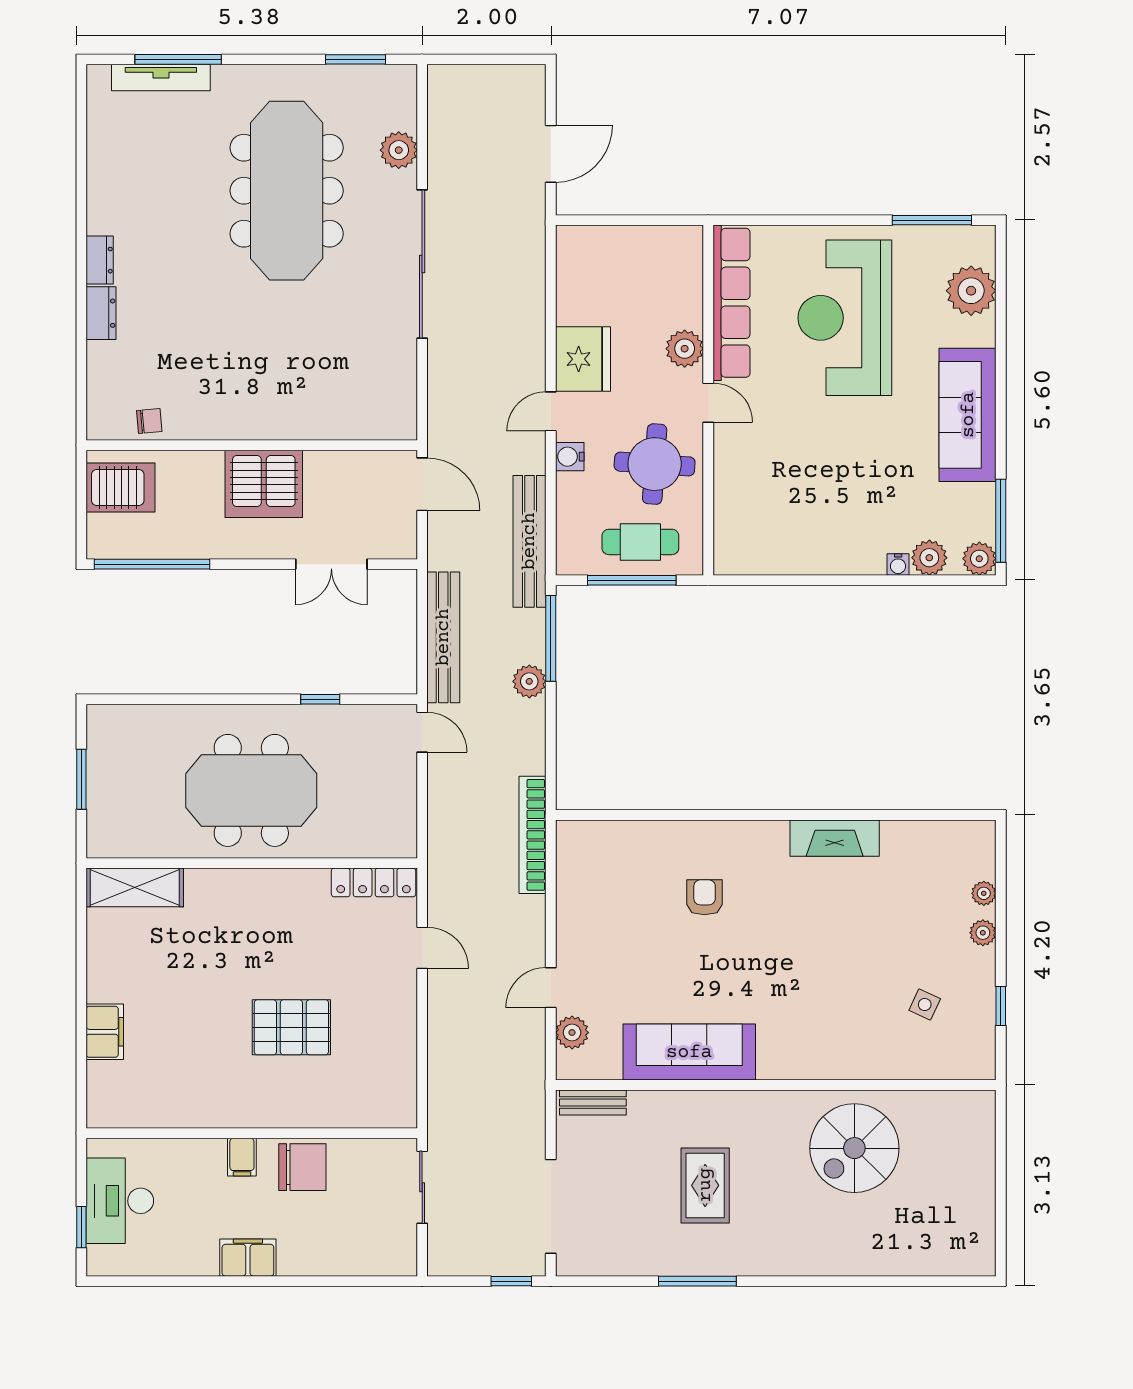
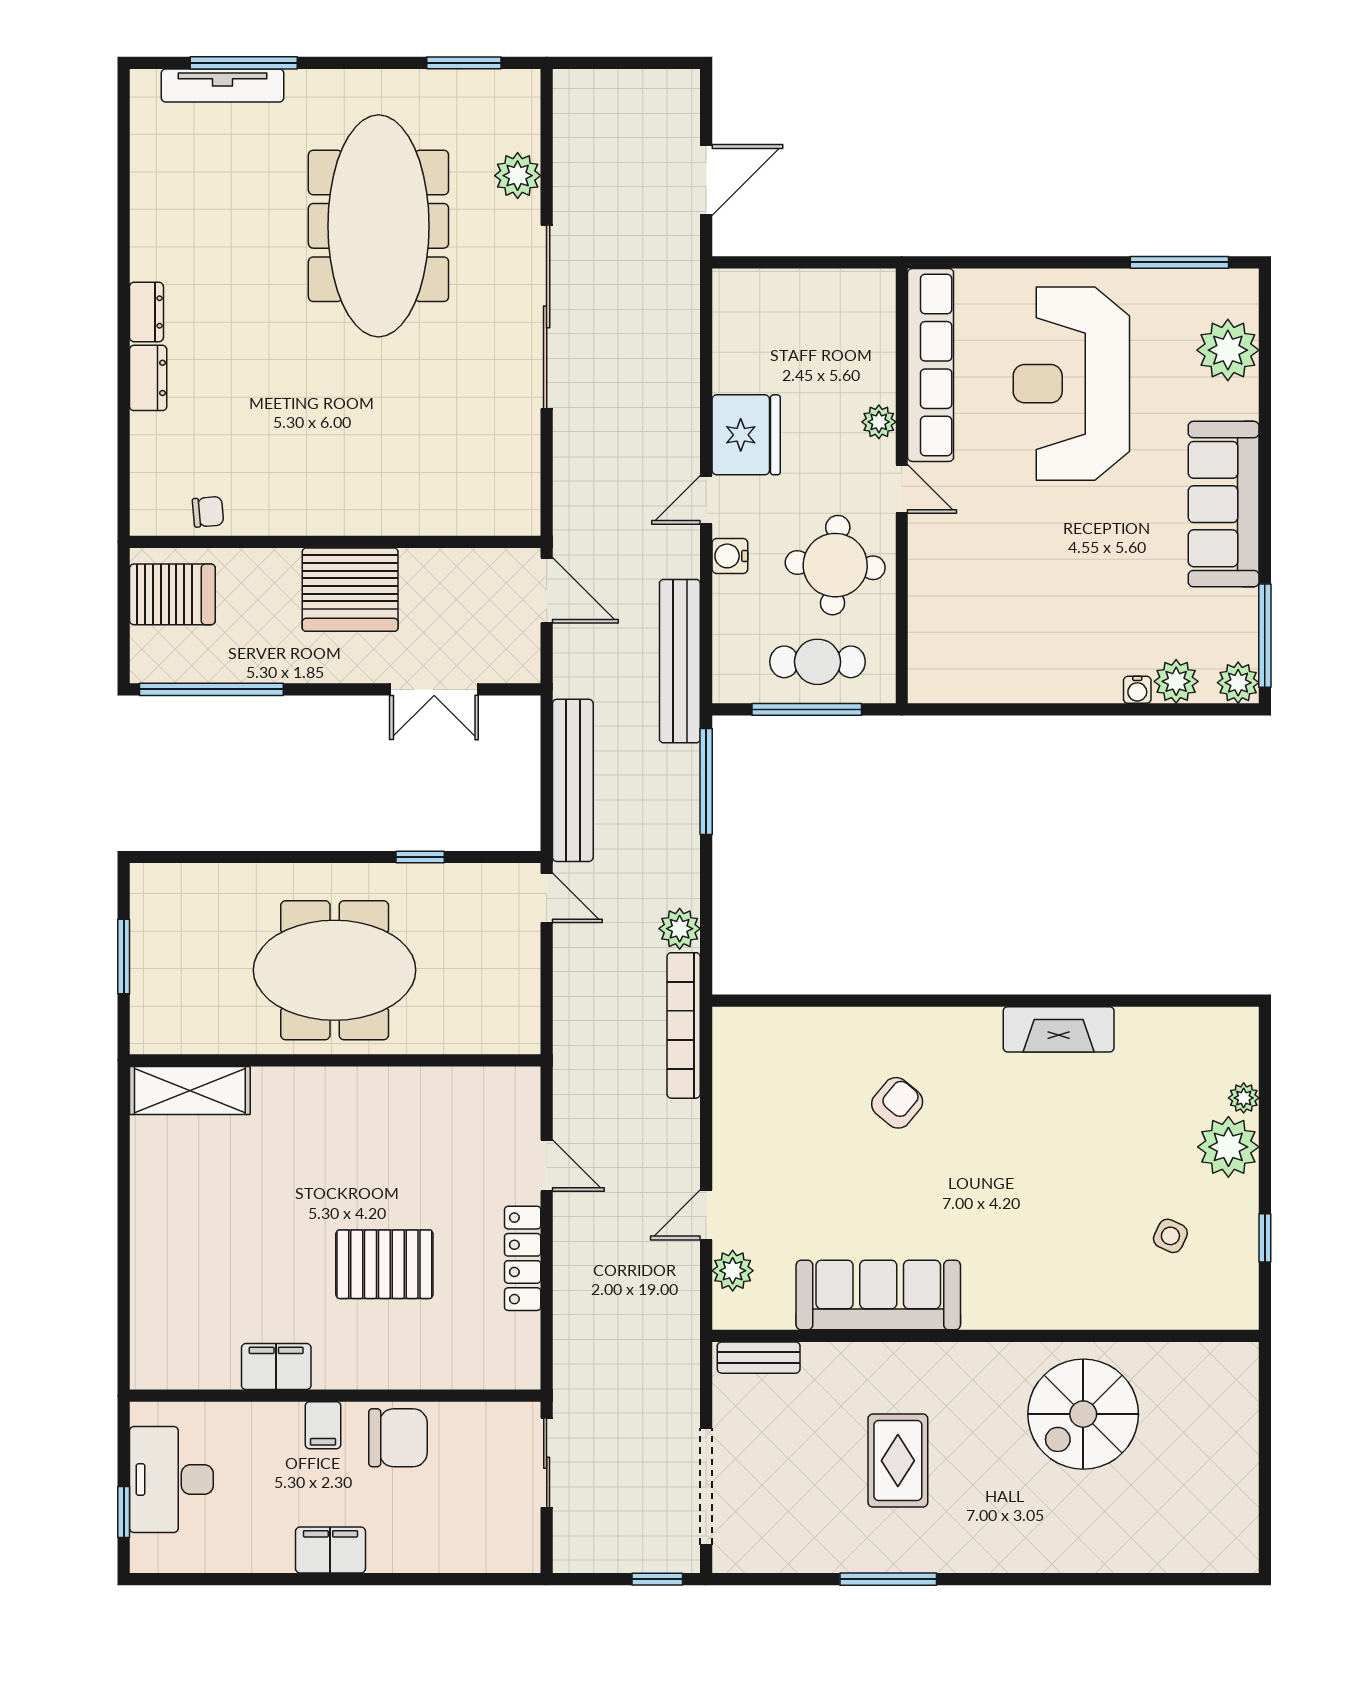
plant: (685, 349) -> (879, 422), width x0.73, depth x0.73
plant: (529, 681) -> (680, 929), moved
locker: (374, 882) -> (523, 1258), moved, turned 90
armchair: (705, 897) -> (897, 1103), turned 40
plant: (983, 933) -> (1228, 1147), width x1.88, depth x1.88
filing cabinet: (105, 1032) -> (276, 1367), moved, turned -90

